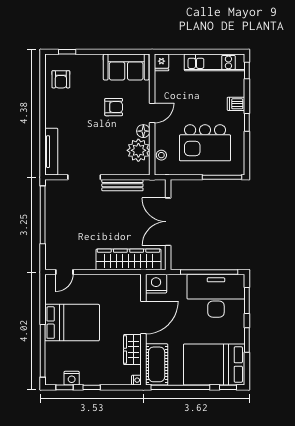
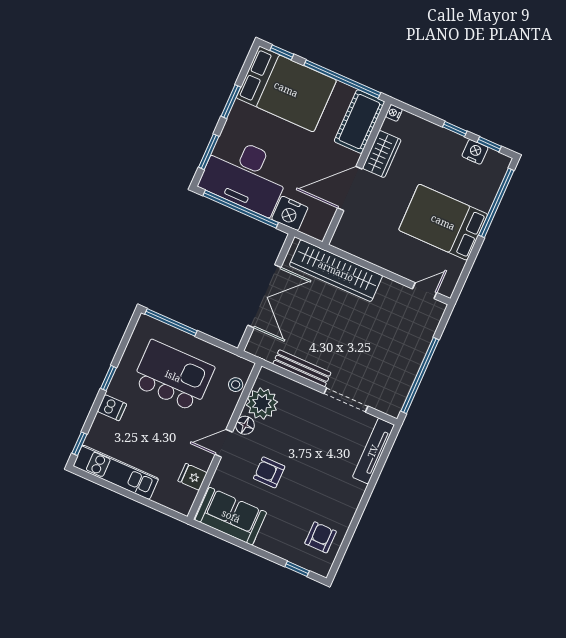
fridge: (161, 62) -> (192, 477), moved, turned -90
nightstand: (156, 284) -> (290, 213), moved

